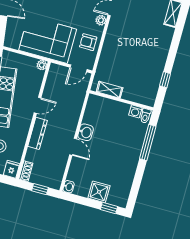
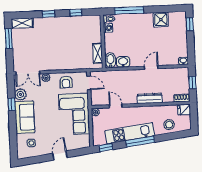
window: (174, 47) -> (48, 14), added
bidet: (97, 102) -> (110, 60), added
door: (37, 105) -> (116, 106), moved
washbasin: (86, 132) -> (123, 62), moved
shower: (99, 192) -> (161, 20), moved

